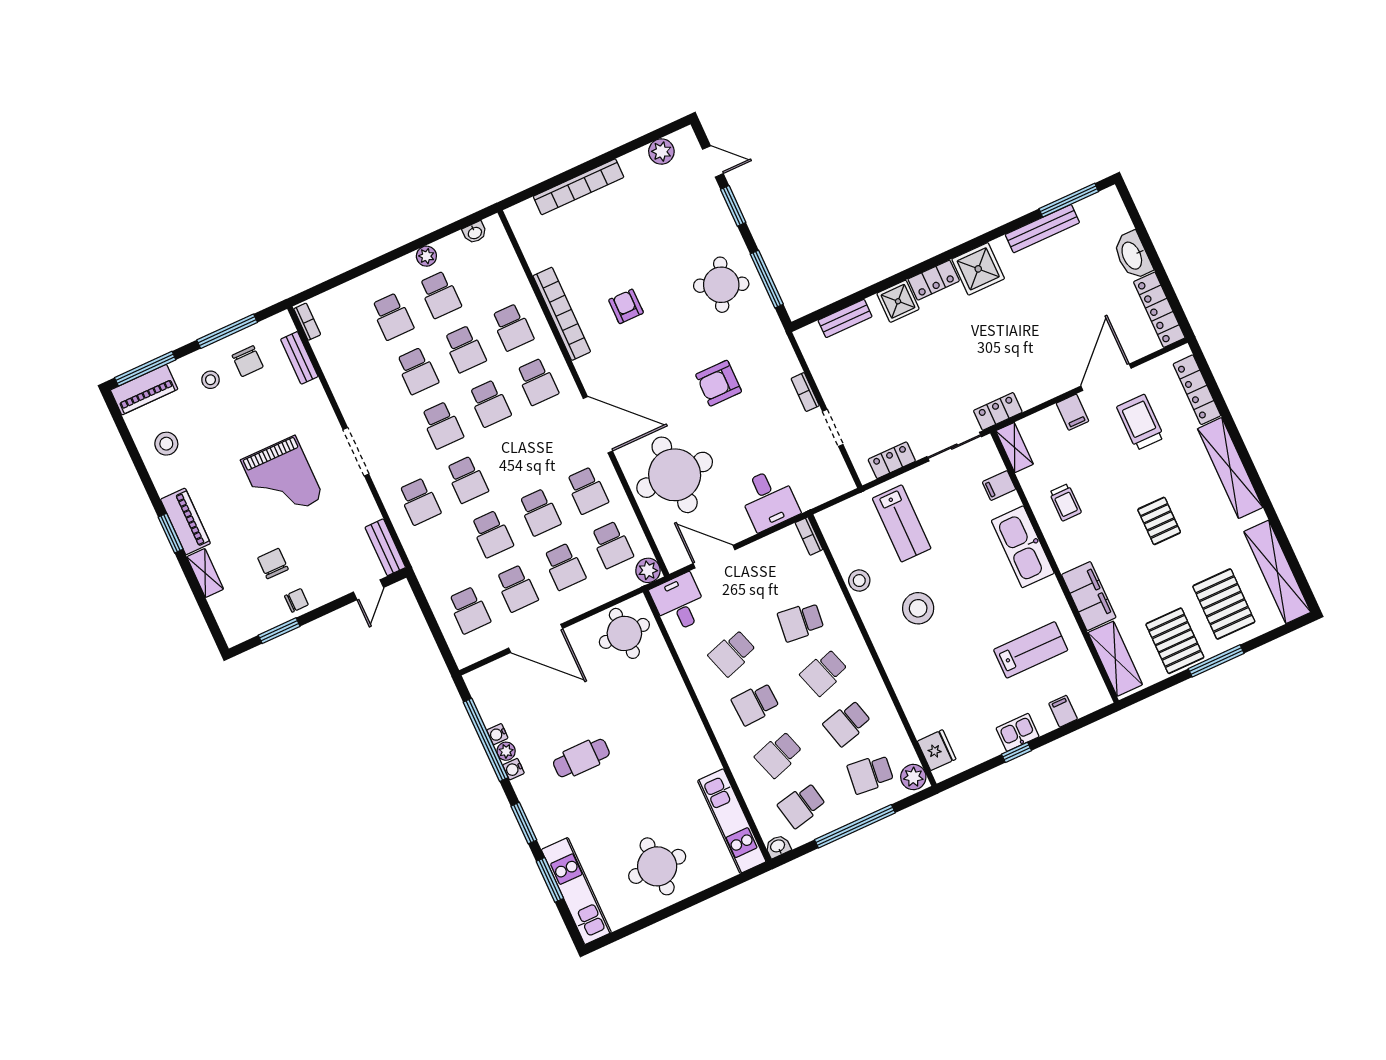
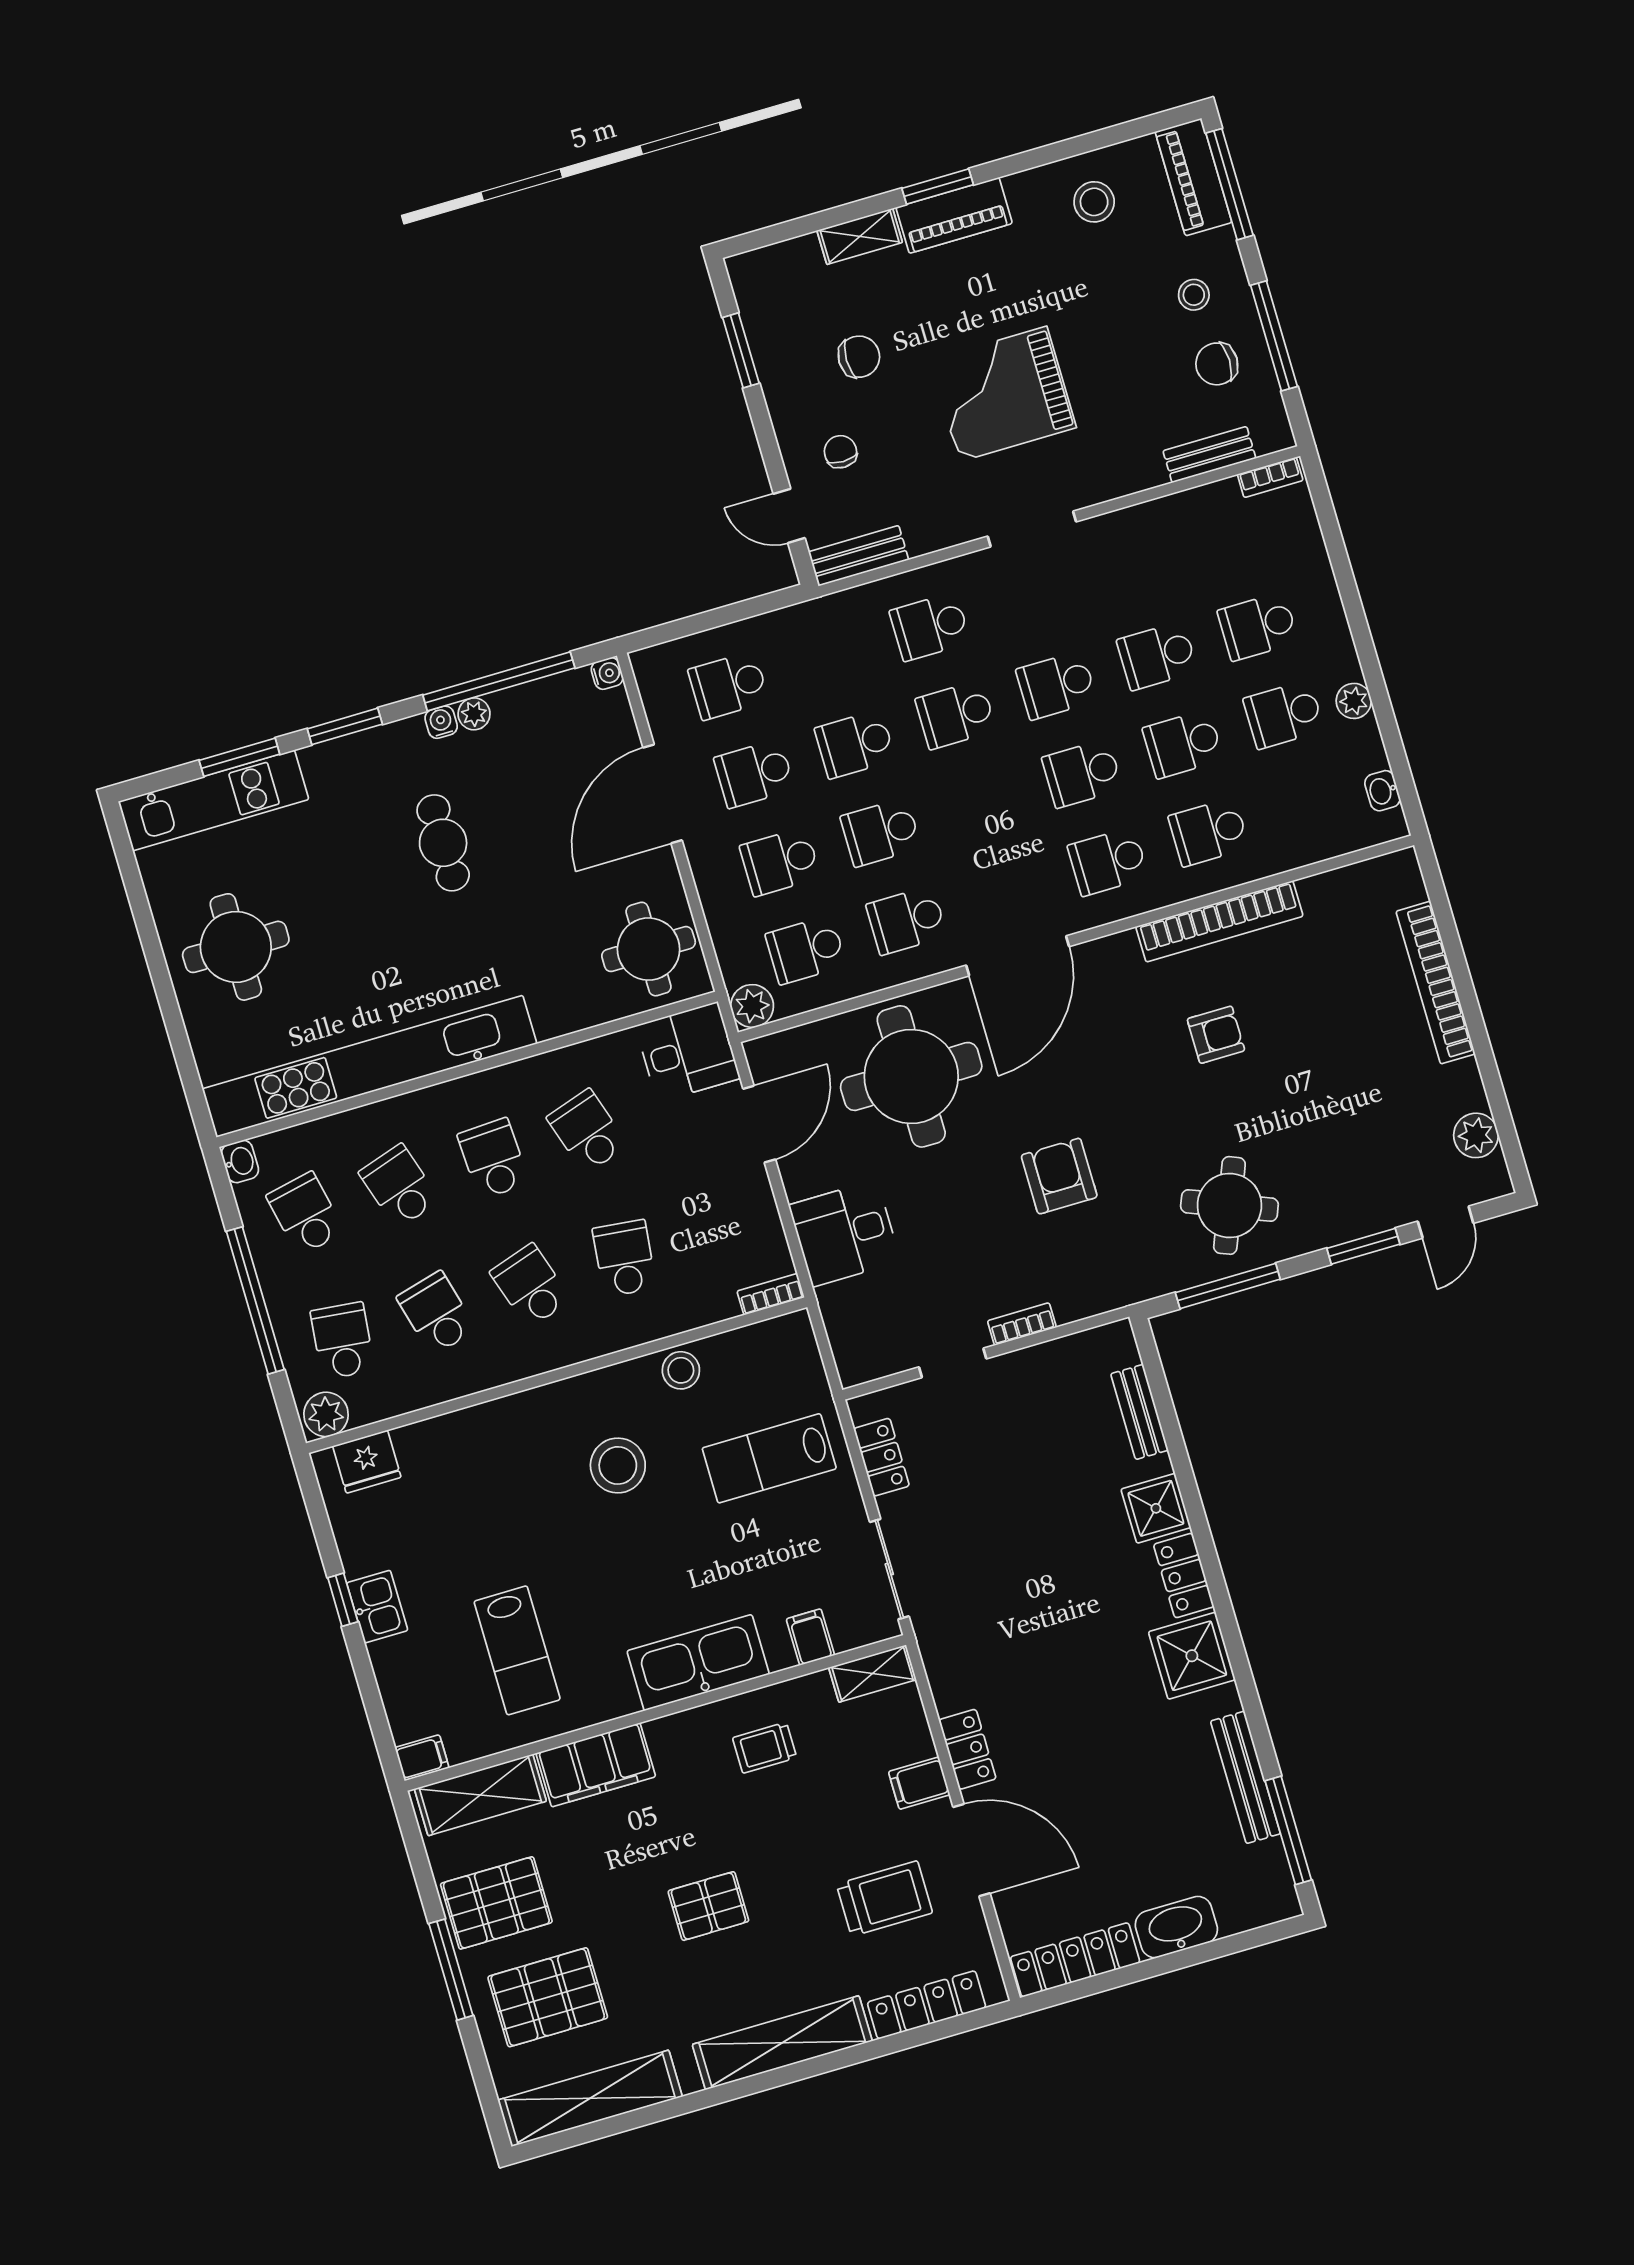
locker: (998, 411) -> (967, 1749), moved
chair: (296, 600) -> (840, 452), moved, turned 180
filing cabinet: (1063, 711) -> (422, 1758), moved
water cooler: (497, 734) -> (607, 673), moved, turned 90
kitchen unit: (732, 821) -> (369, 1066), width x1.86

